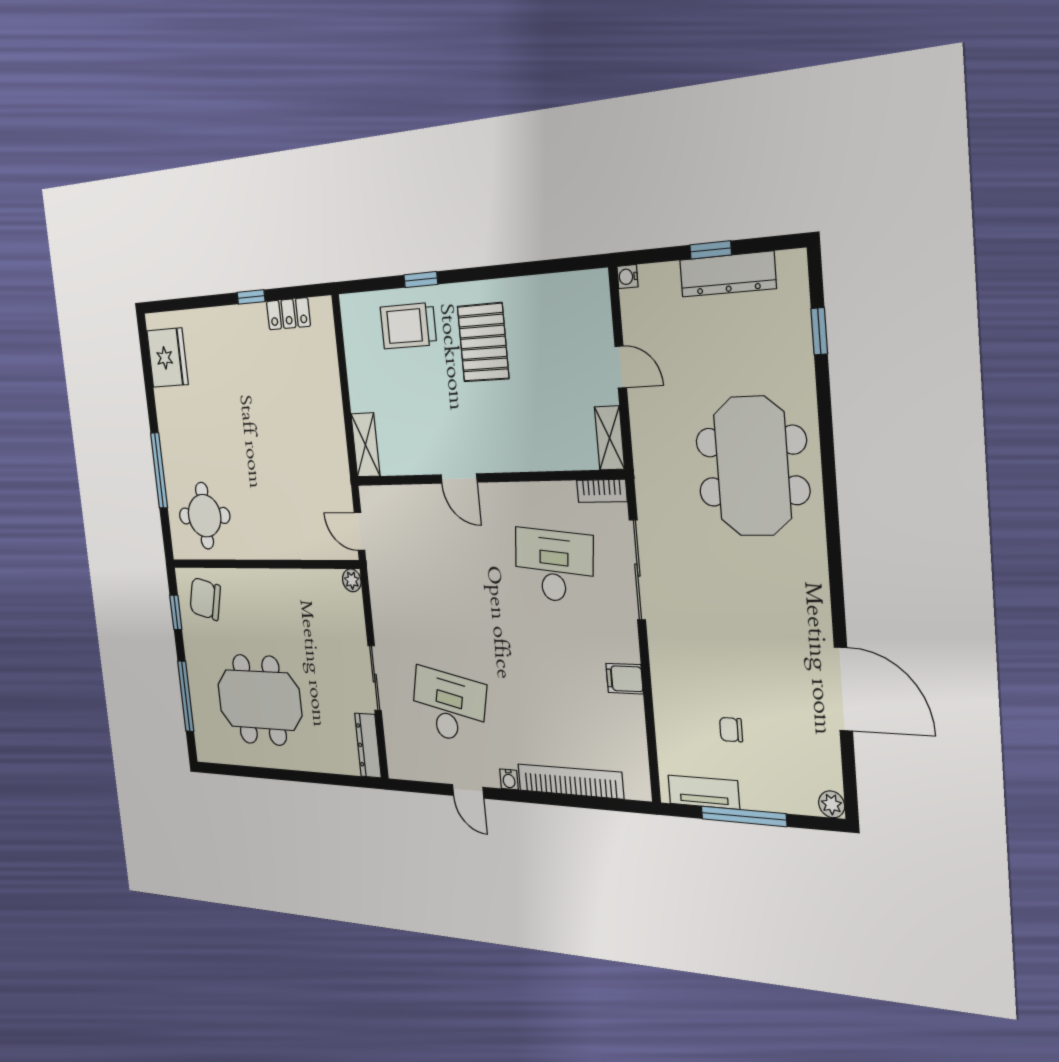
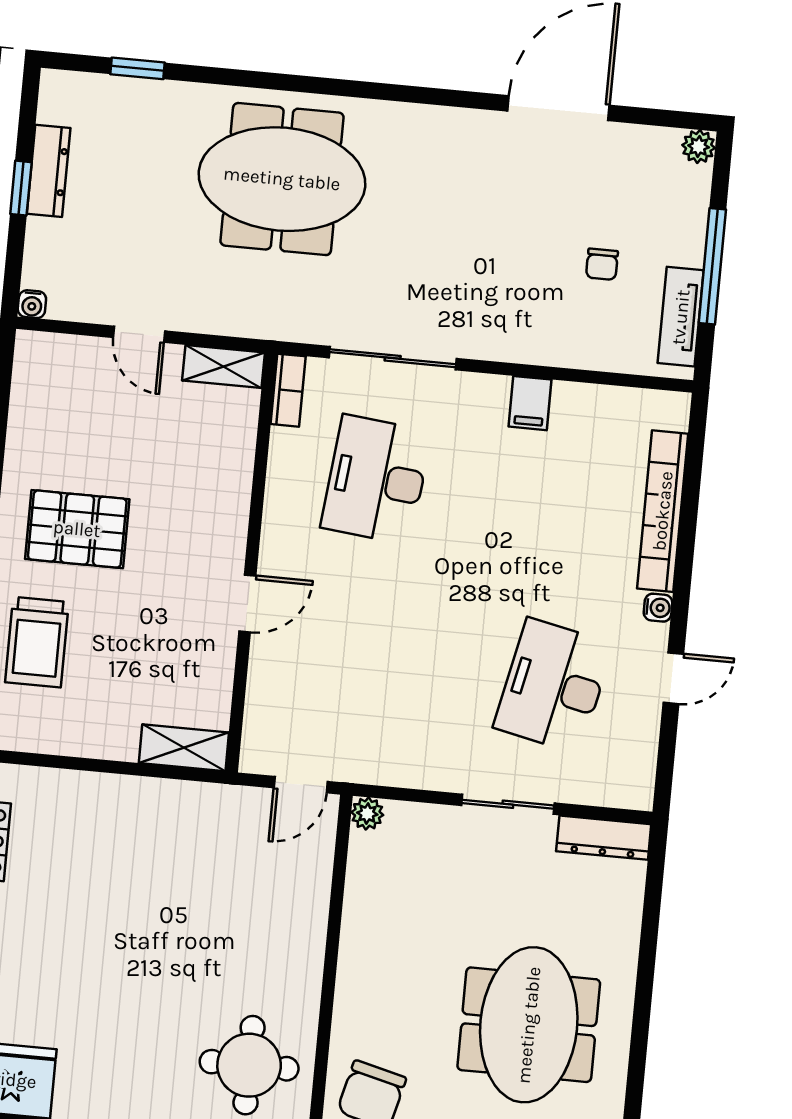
dresser: (728, 274) -> (49, 171), width x0.73, depth x0.80
door: (621, 367) -> (139, 334), swing flipped

